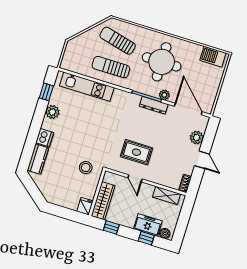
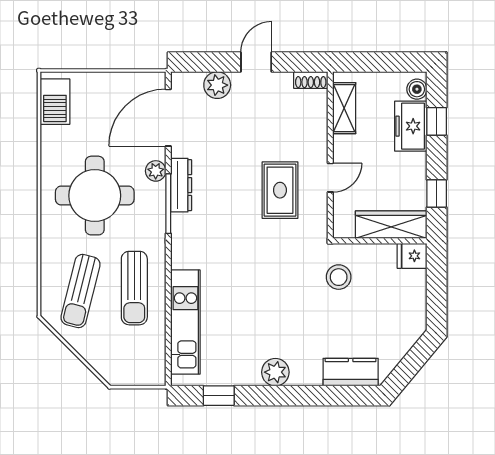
plant: (52, 112) -> (275, 372), moved
dishwasher: (45, 138) -> (306, 372), removed

